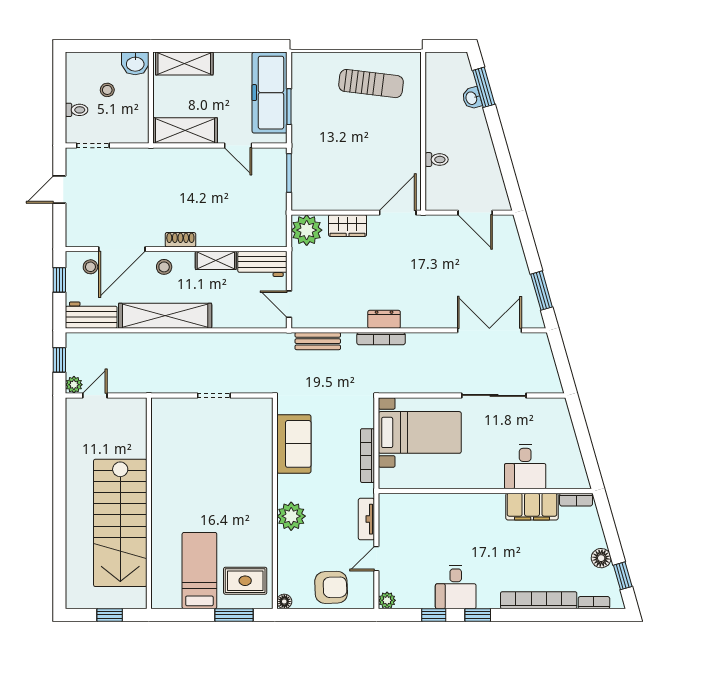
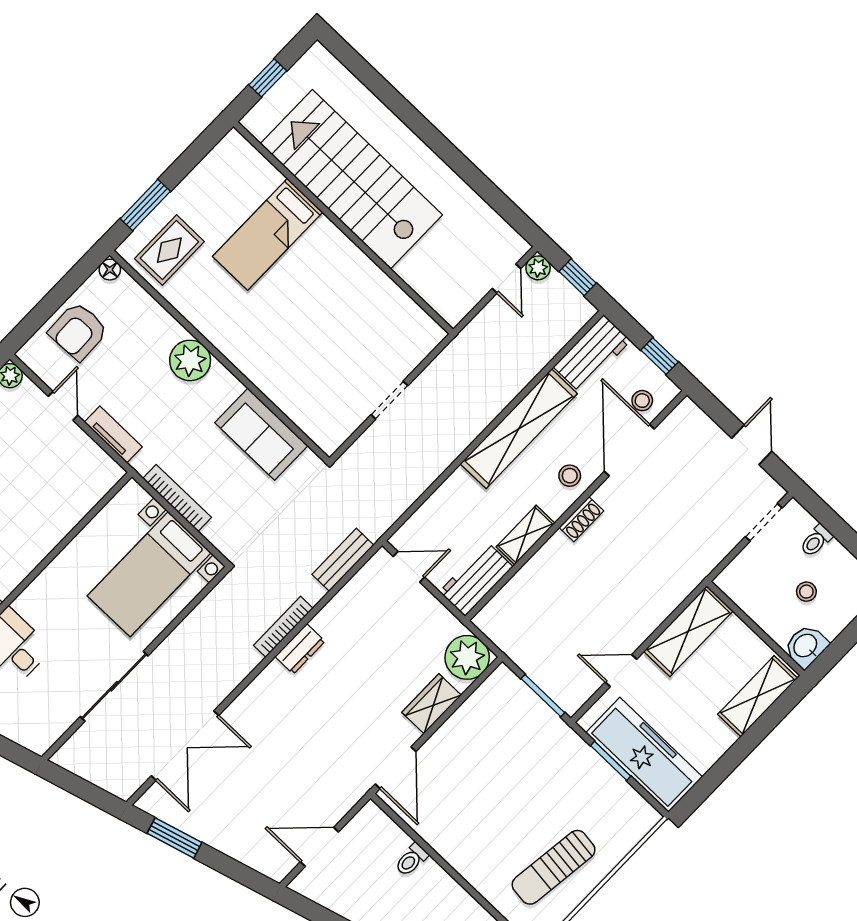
bed: (199, 571) -> (268, 234), moved, turned 90

